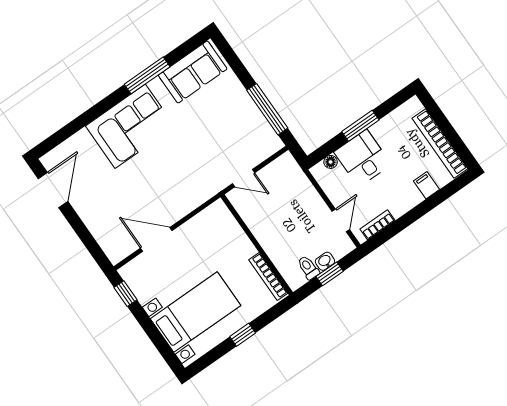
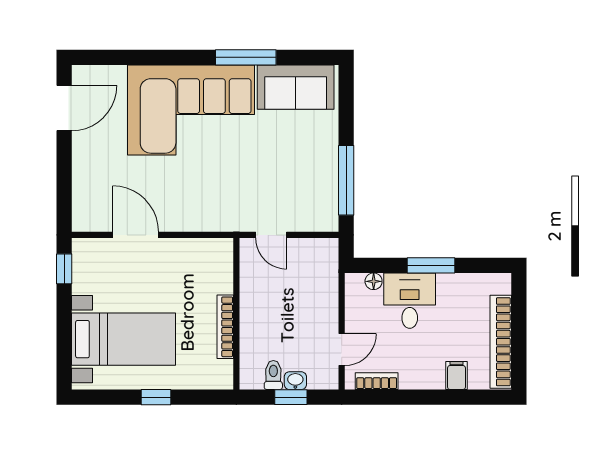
corner sofa: (130, 126) -> (191, 110), width x1.36, depth x1.36
bookcase: (268, 276) -> (225, 327), moved

